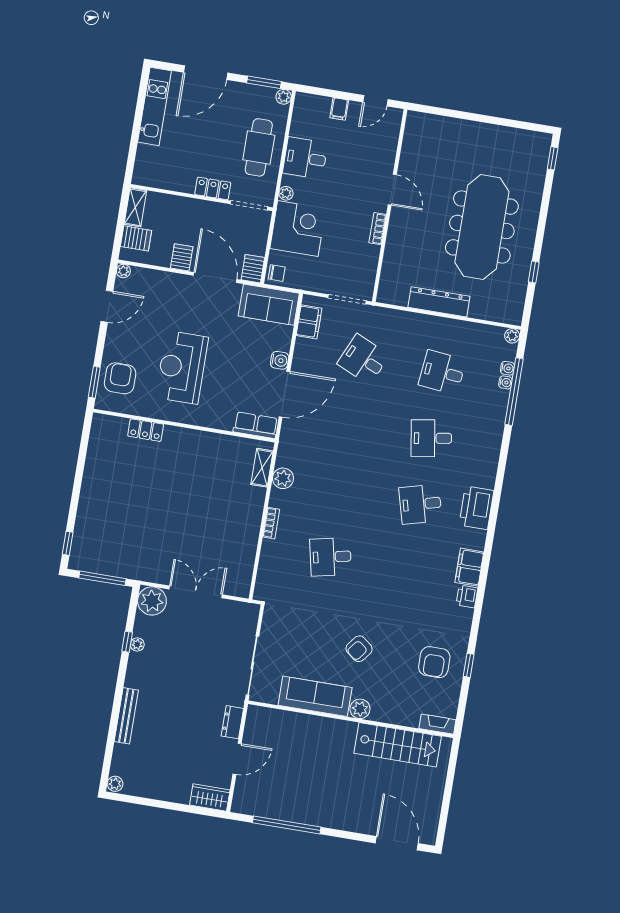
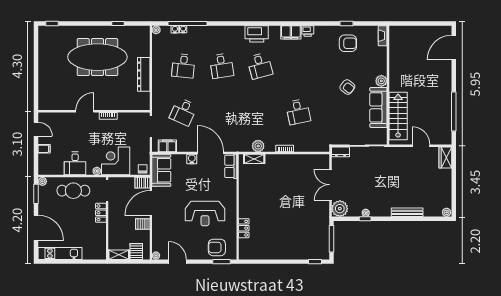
dresser: (232, 722) -> (340, 152), moved
stairs: (398, 745) -> (398, 116), moved

